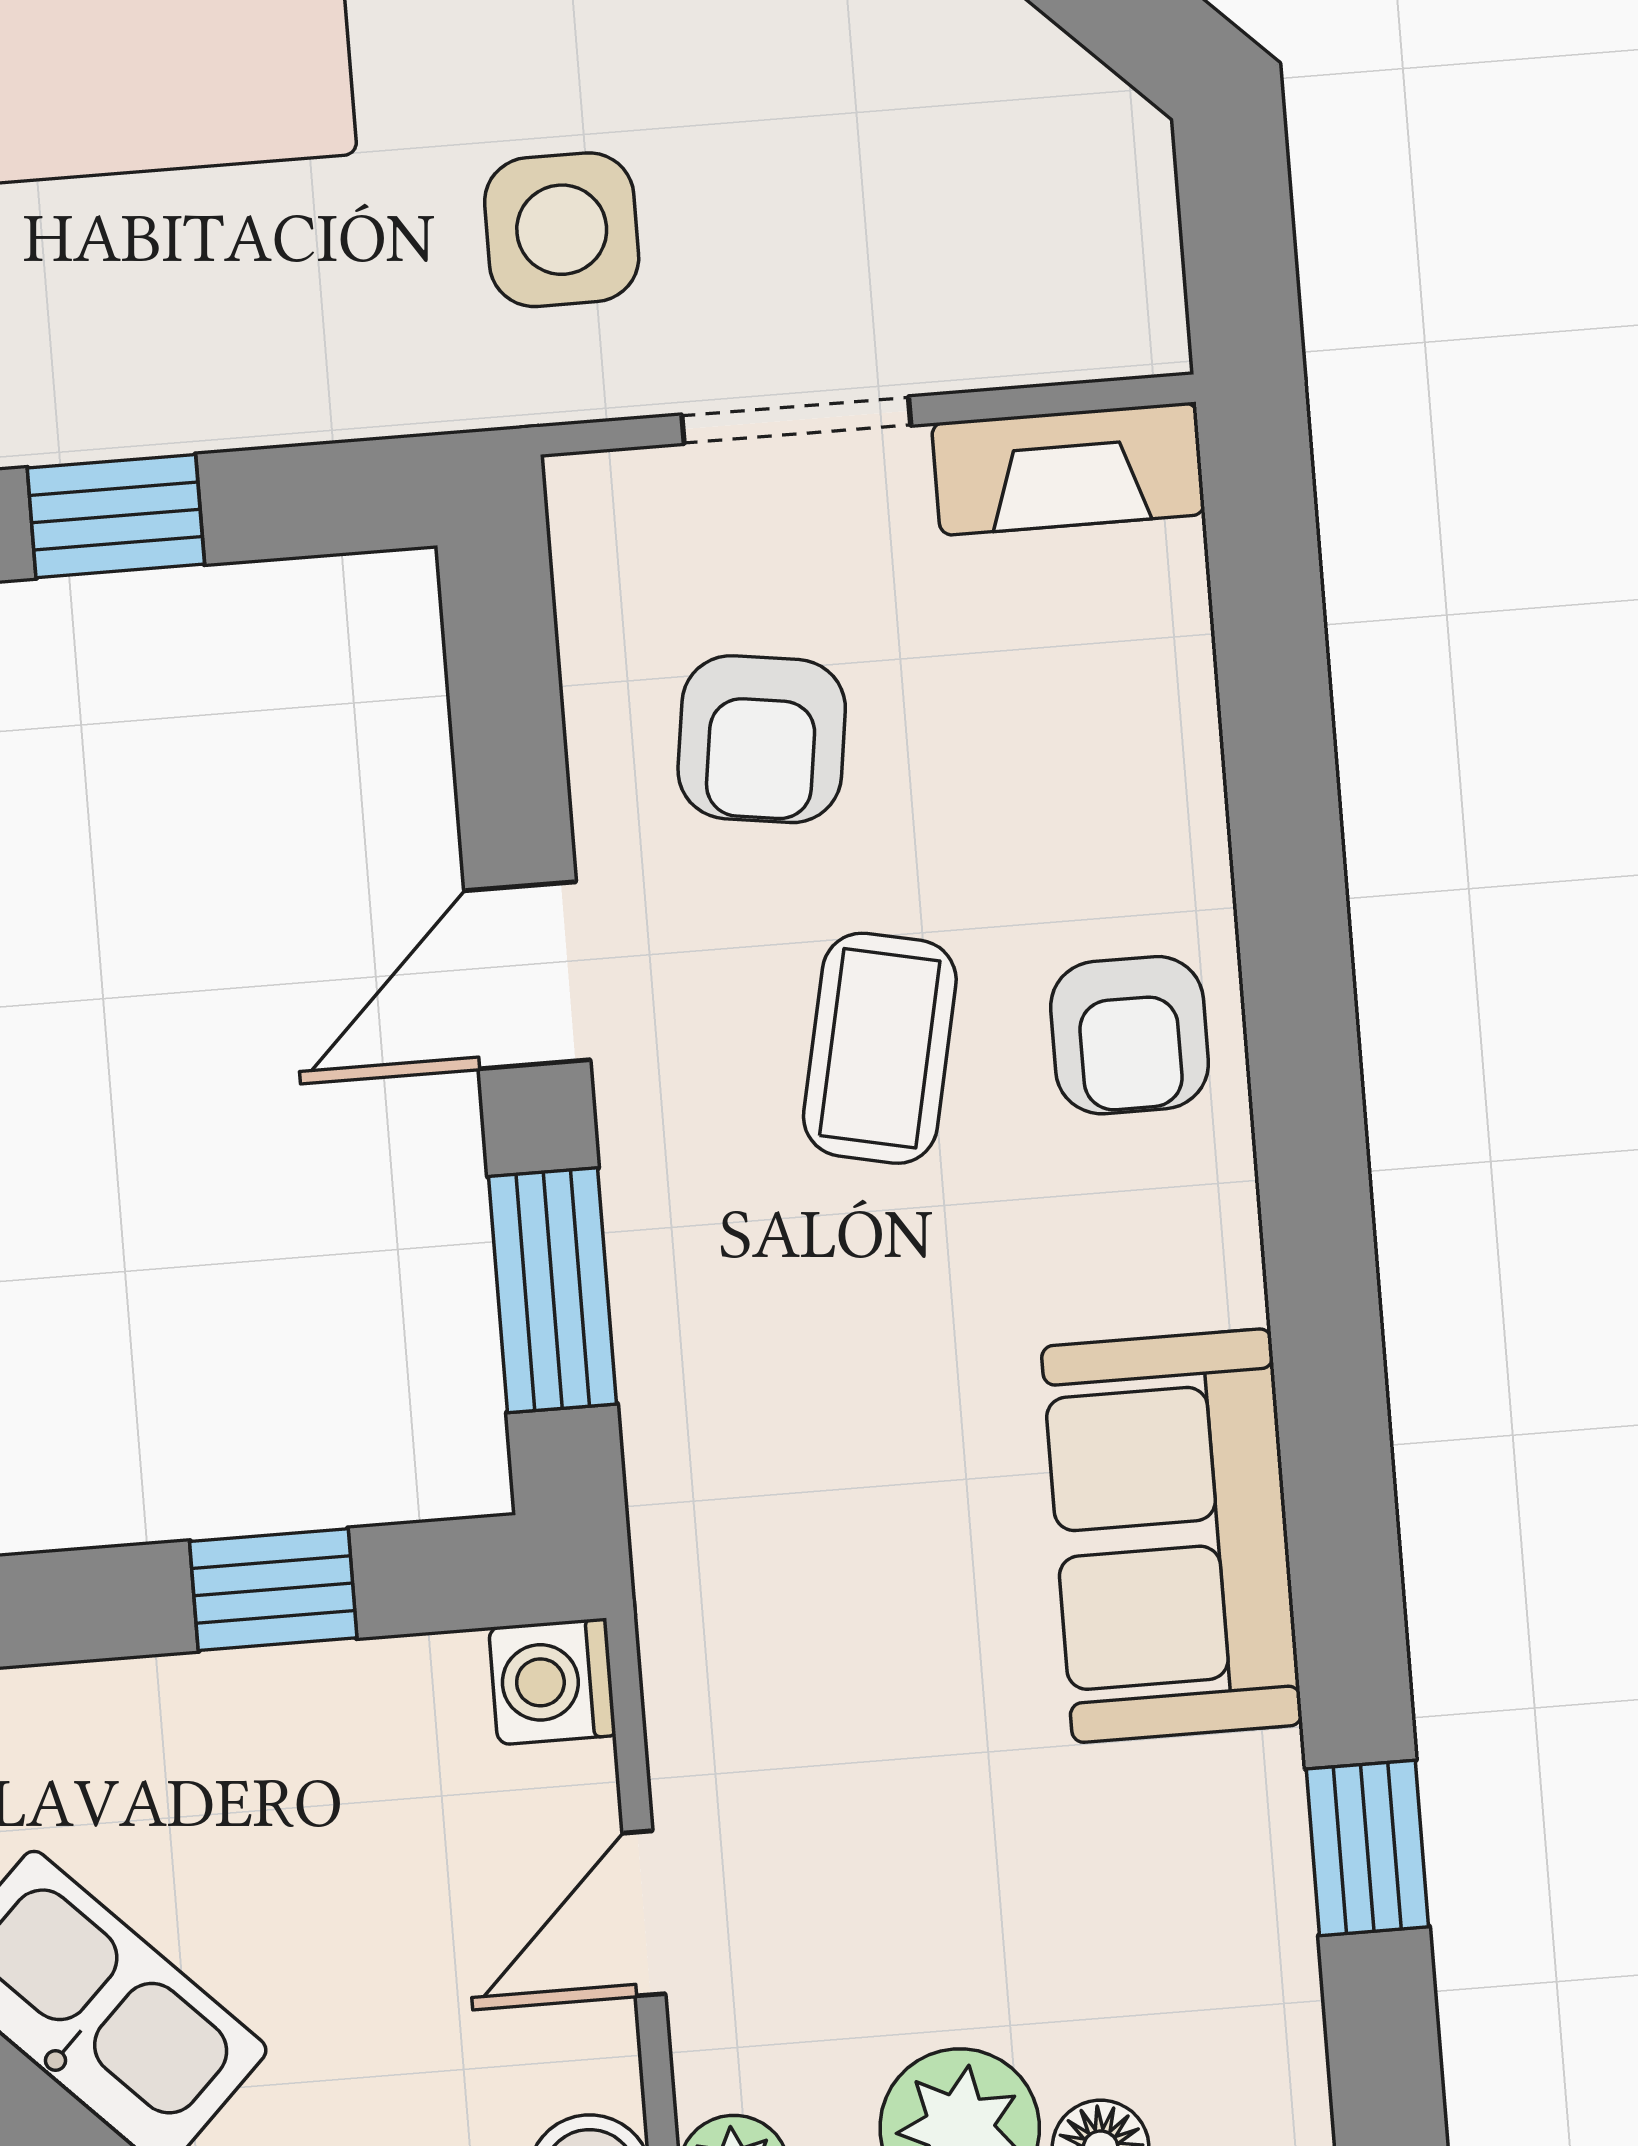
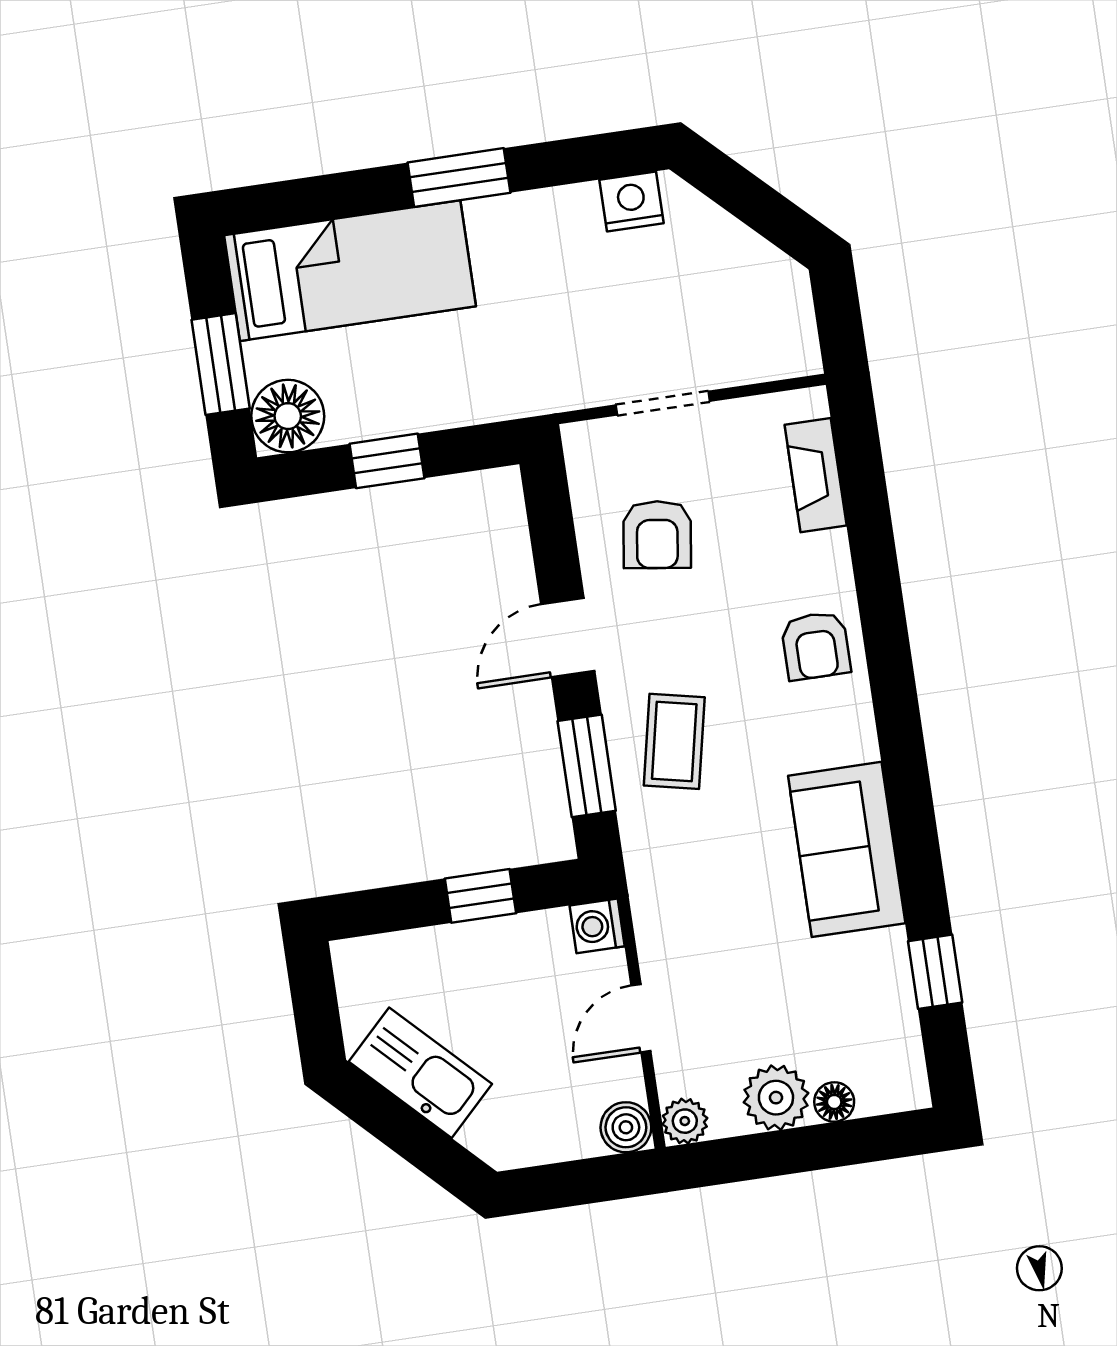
side table: (562, 230) -> (562, 332), removed
fireplace: (1068, 469) -> (816, 475), moved, turned 90
coffee table: (880, 1048) -> (674, 741), moved

